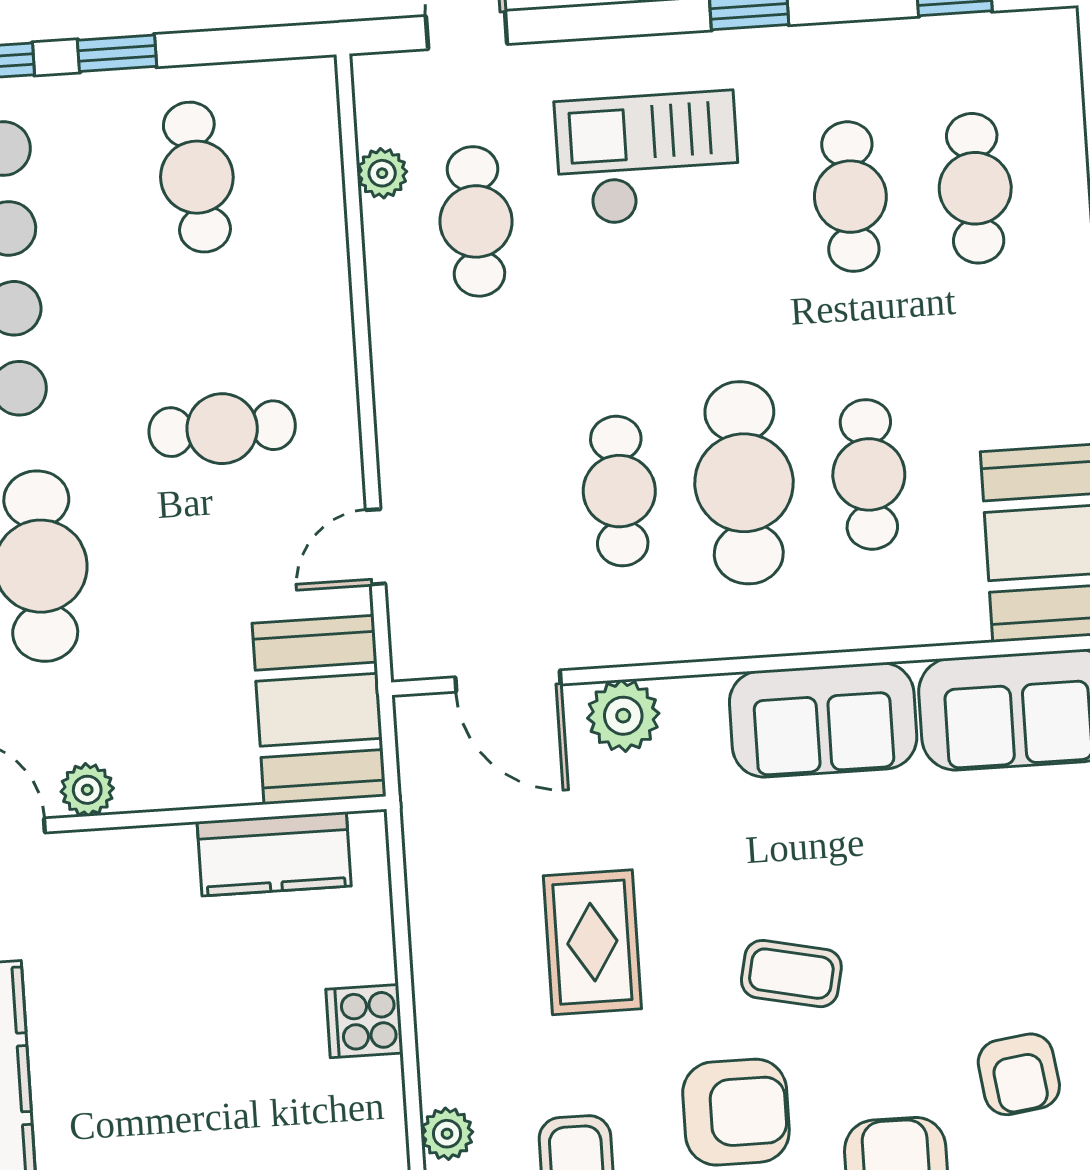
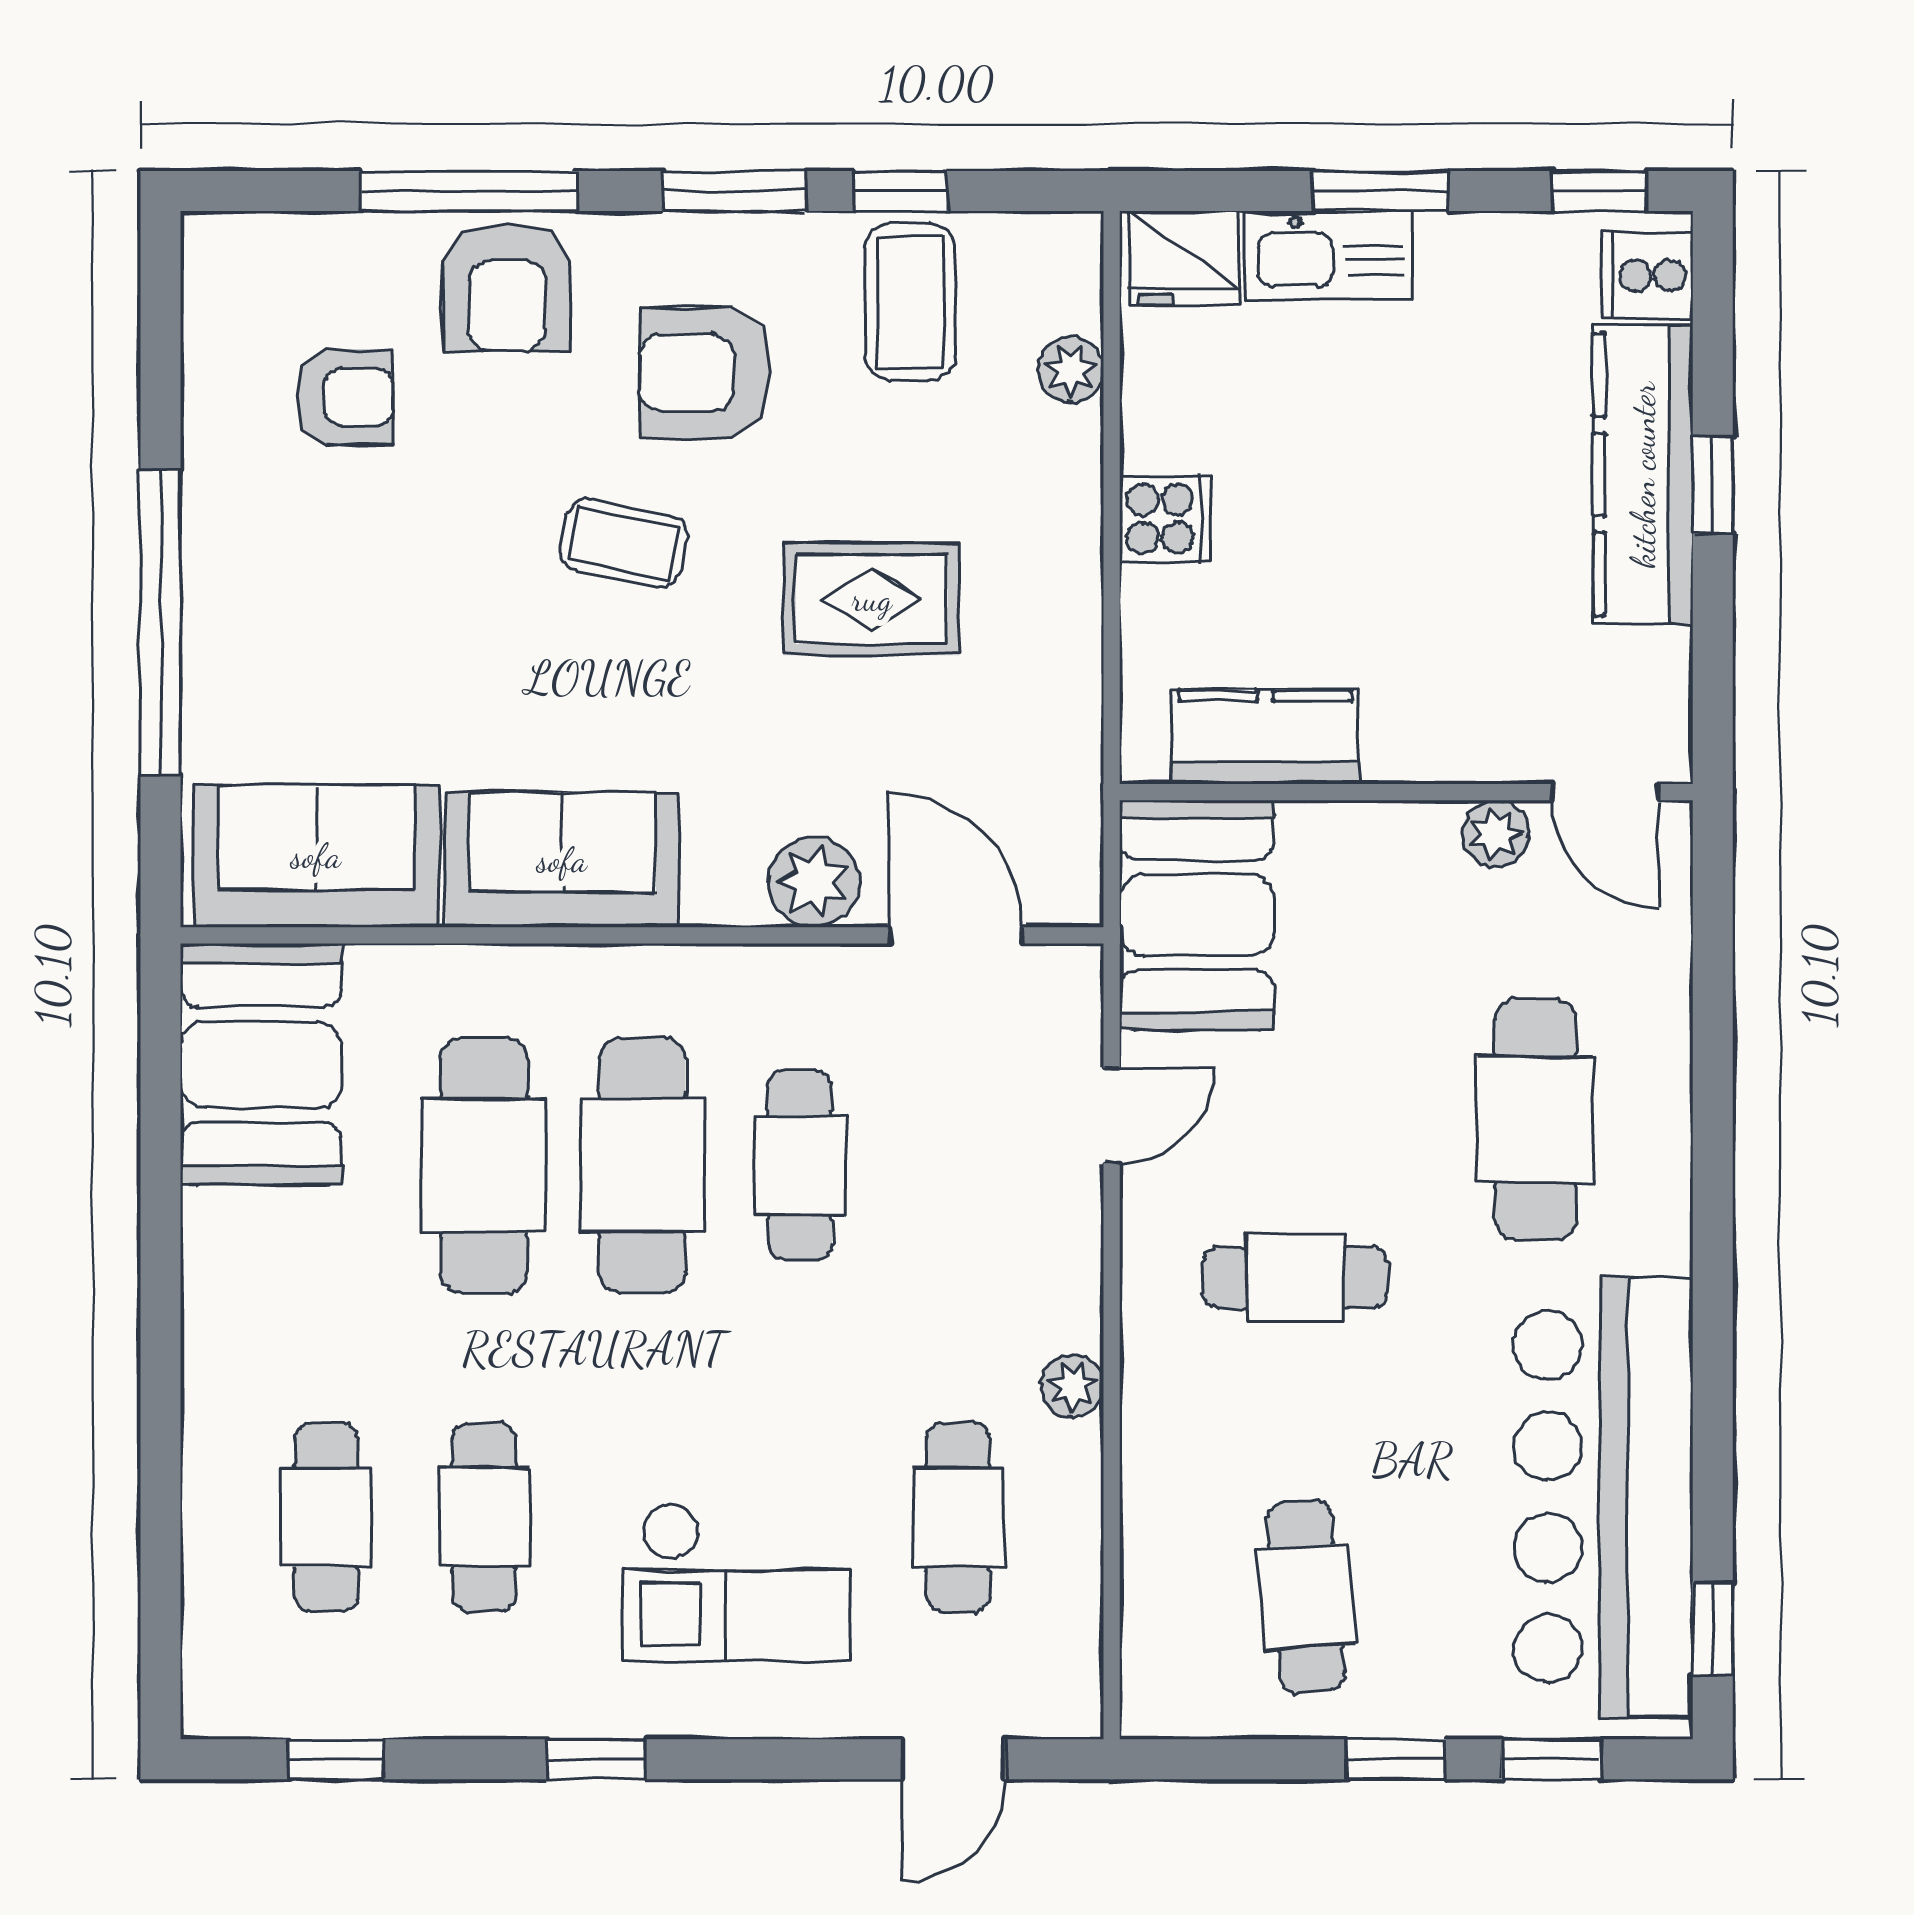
plant: (382, 173) -> (1072, 1386), moved
cafe table: (869, 474) -> (484, 1165), width x1.37, depth x1.35
rug: (592, 942) -> (872, 599), turned 90
armchair: (1019, 1074) -> (345, 397), turned 98

